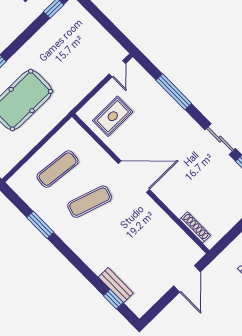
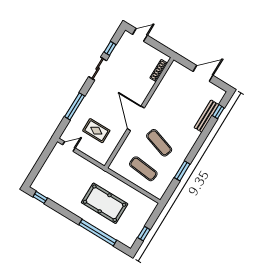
rug: (113, 116) -> (96, 131), moved
door: (187, 279) -> (203, 73), moved
bench: (116, 285) -> (207, 116), width x1.36

